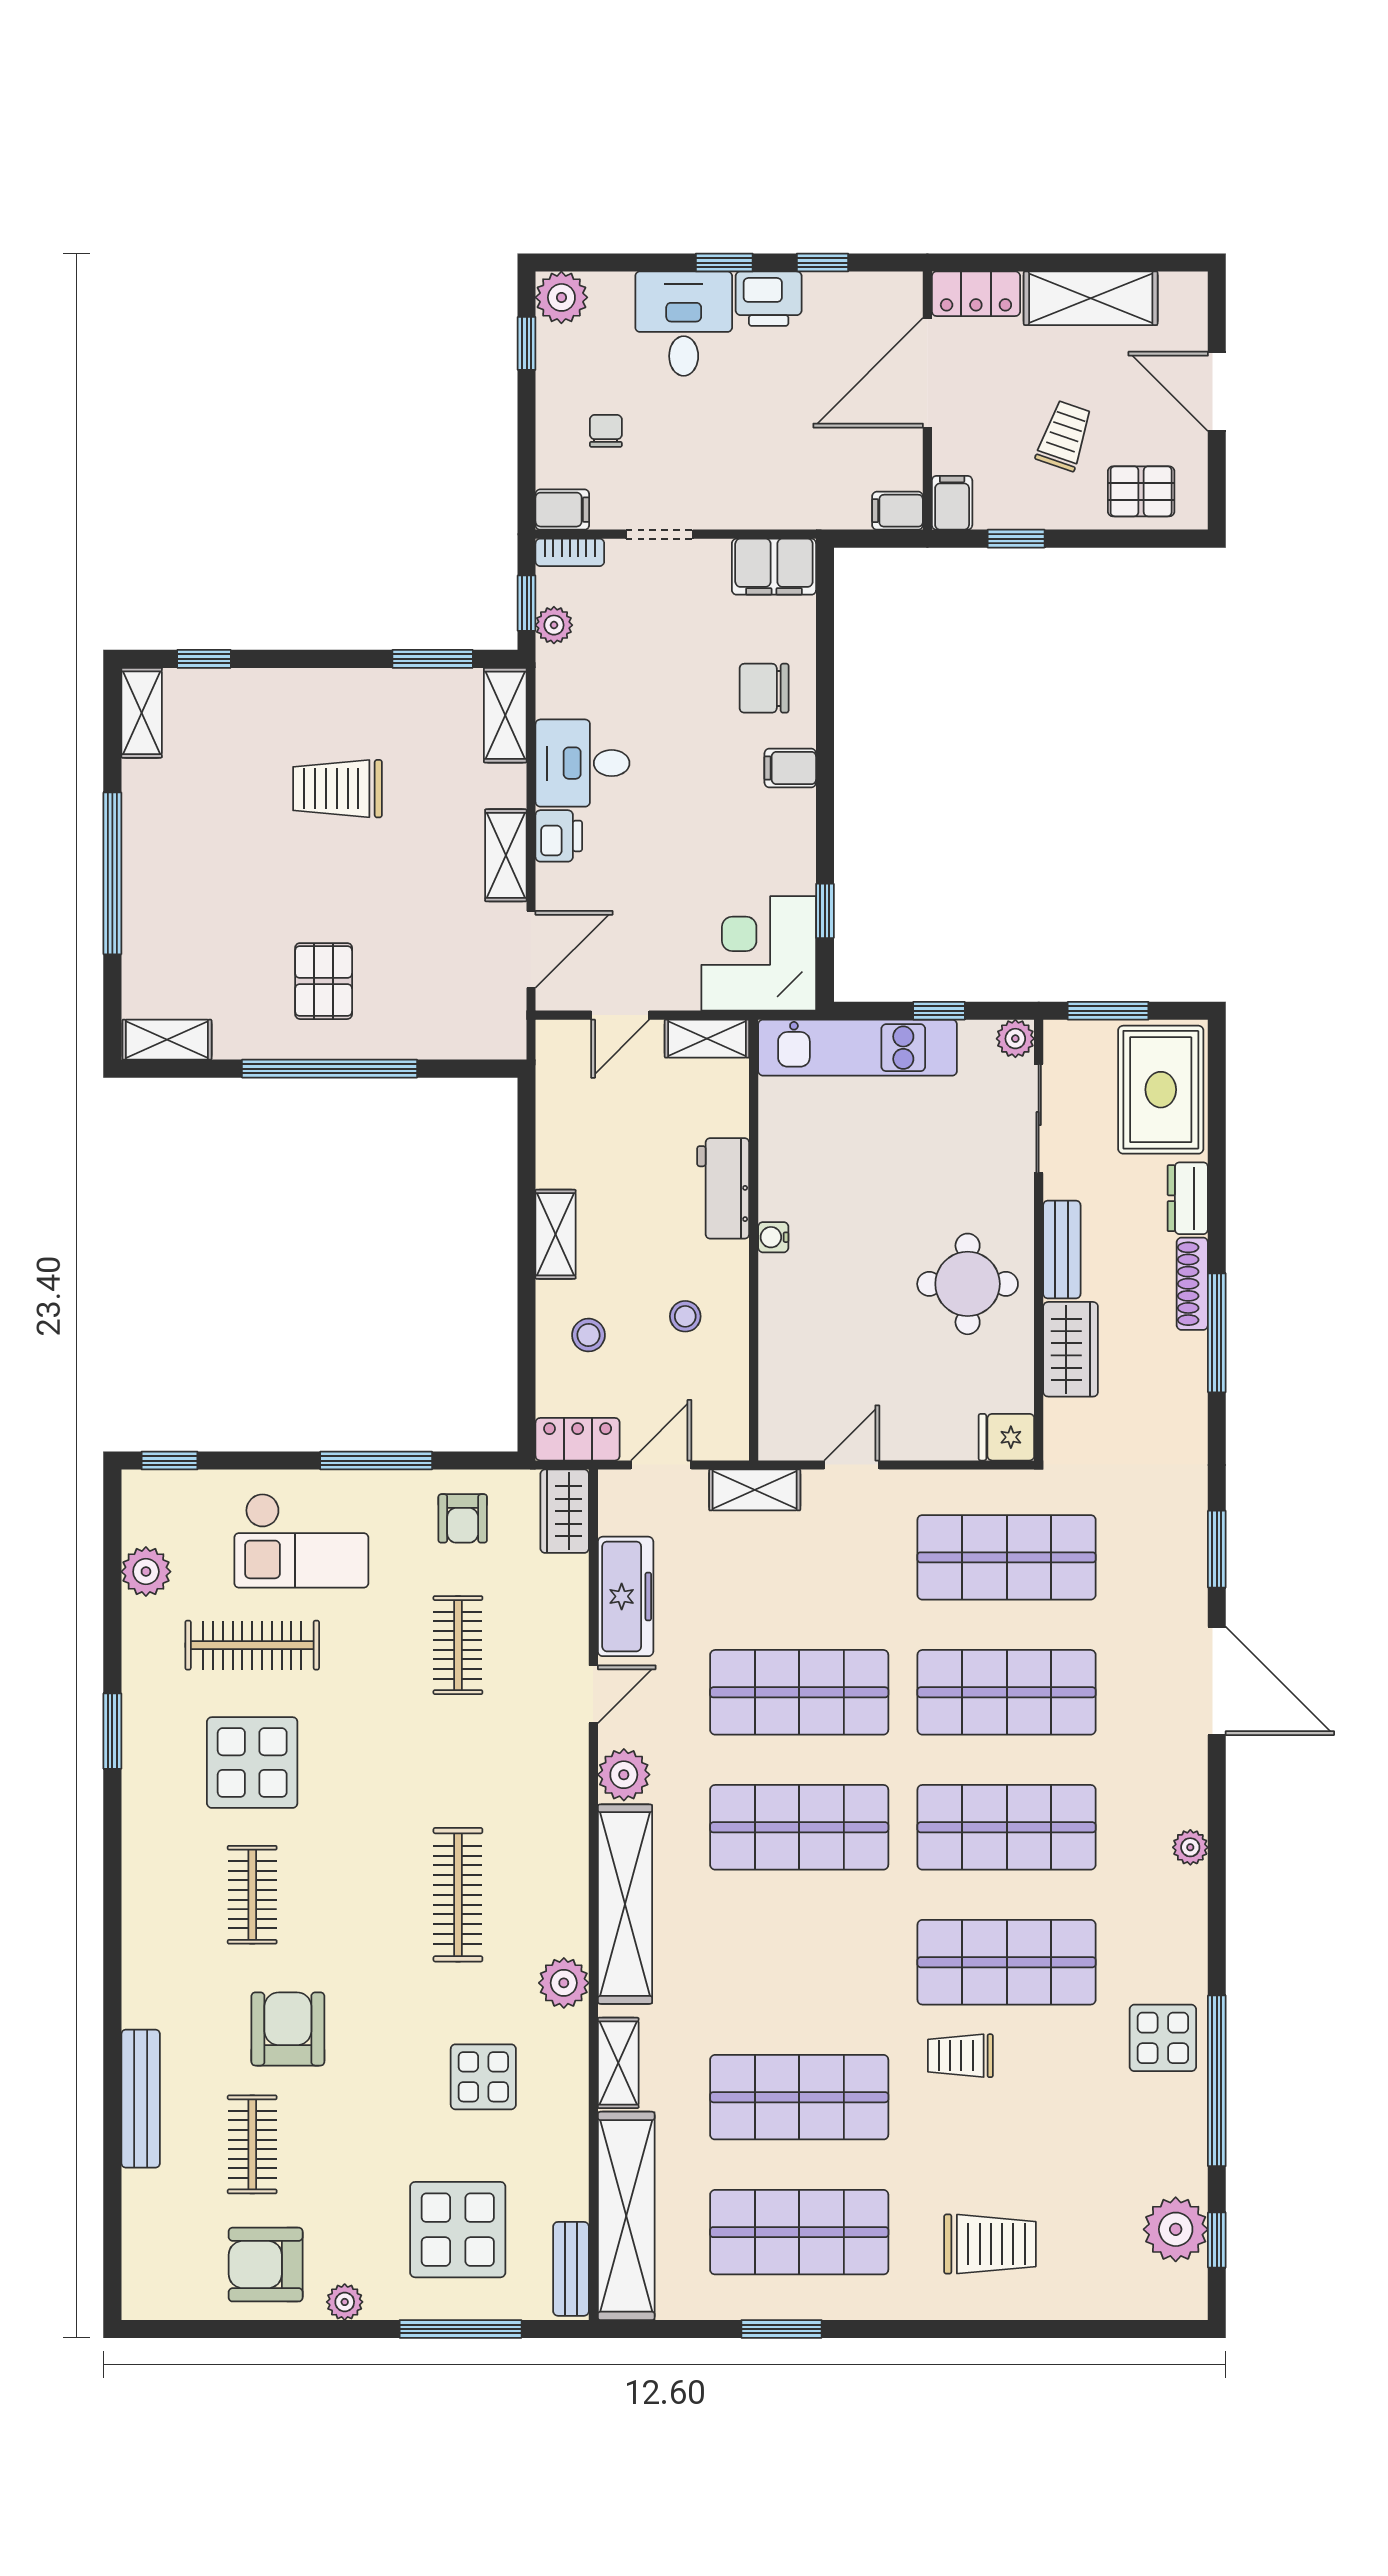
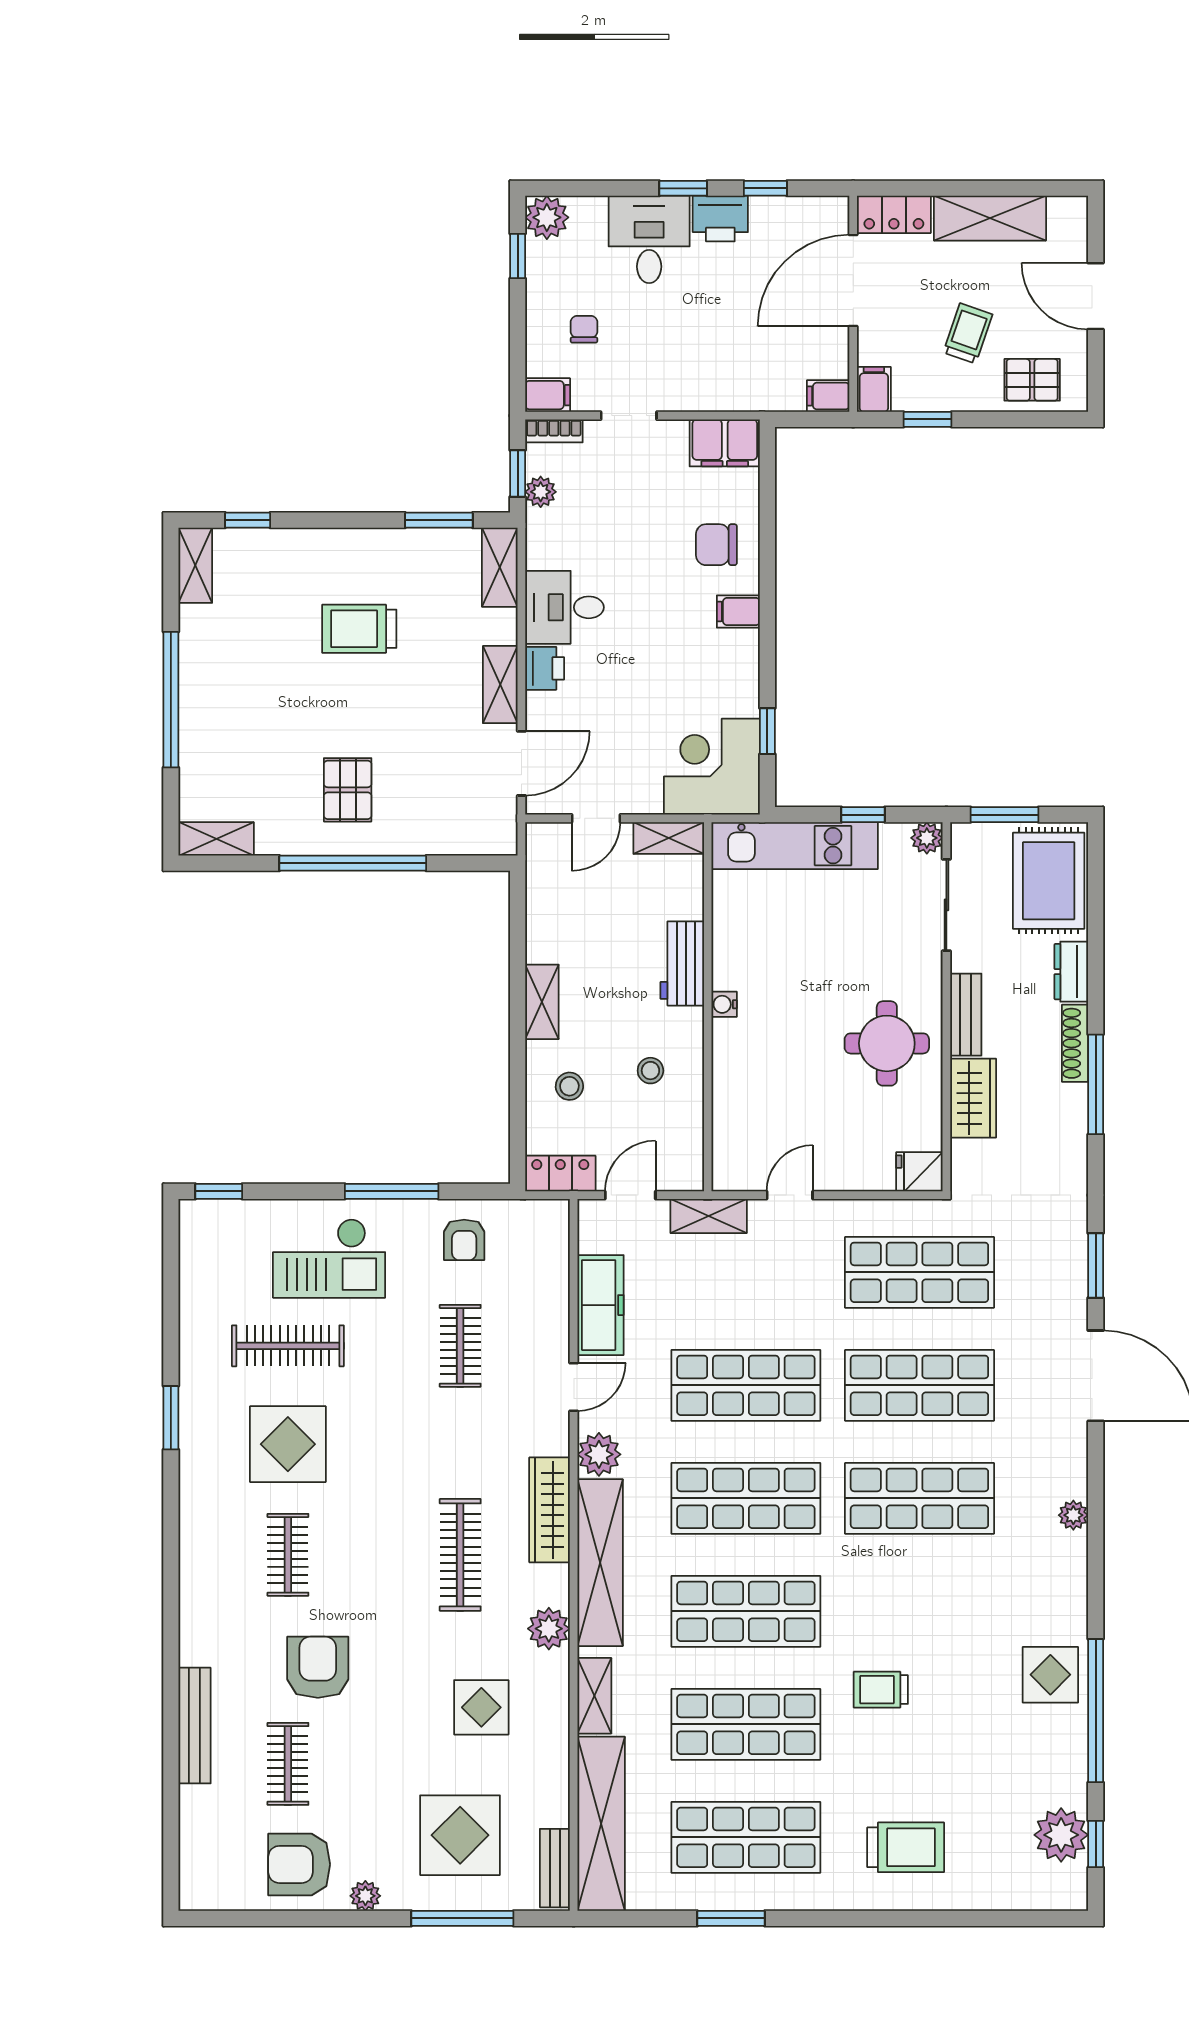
wardrobe: (565, 1511) -> (550, 1510), moved, width x1.50
plant: (146, 1572) -> (199, 1284), removed
shop shelf: (1007, 1962) -> (746, 1611), moved

